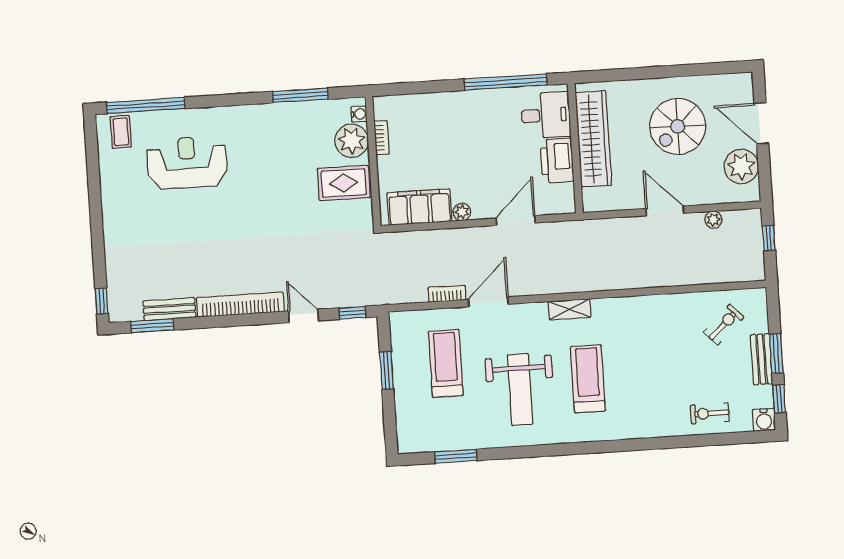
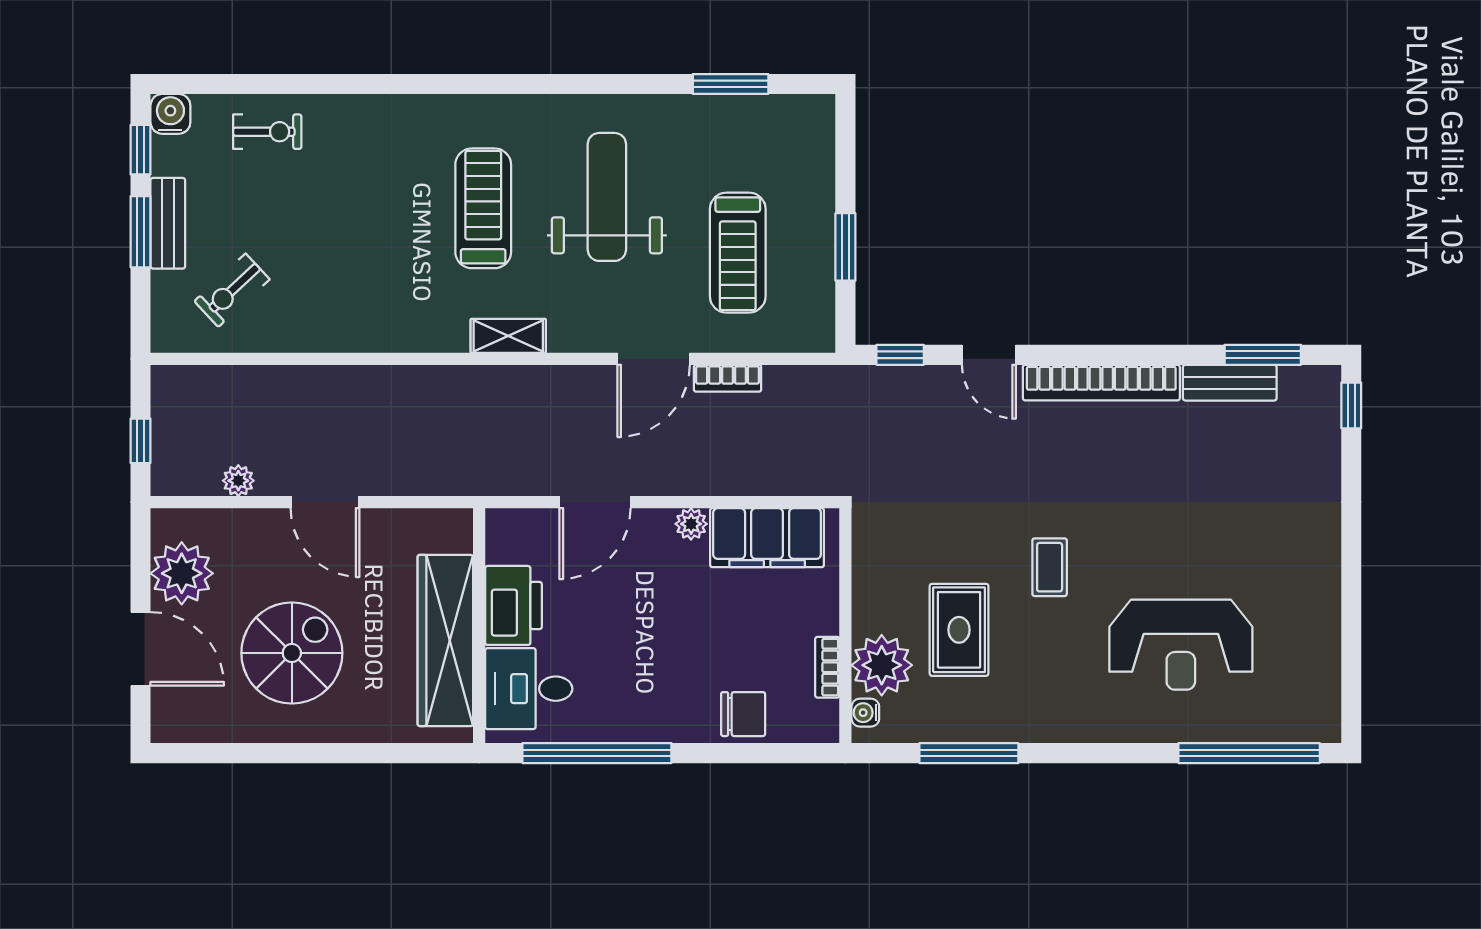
chair: (426, 109) -> (743, 714), added
coffee table: (121, 132) -> (1050, 567), moved
rug: (344, 183) -> (959, 630), moved, turned 90
treadmill: (588, 379) -> (483, 208), turned 180

